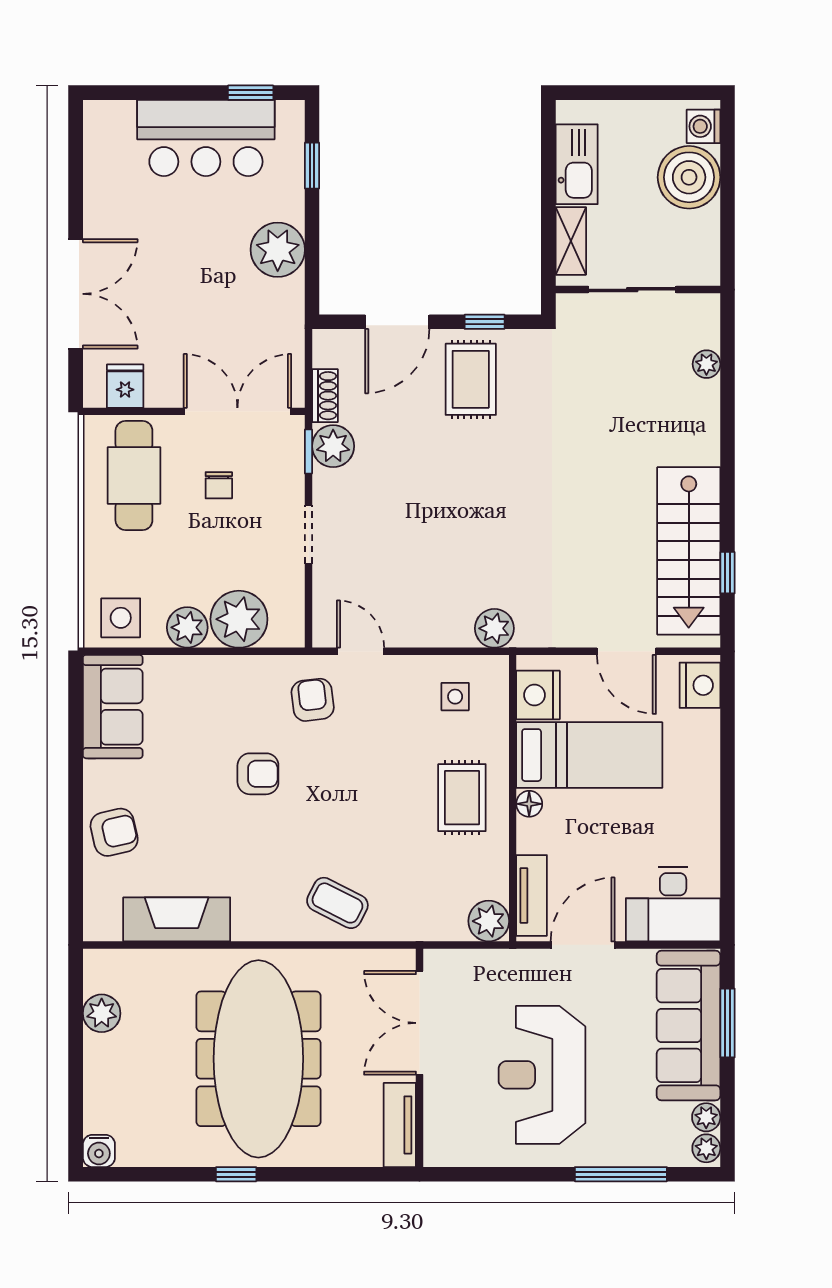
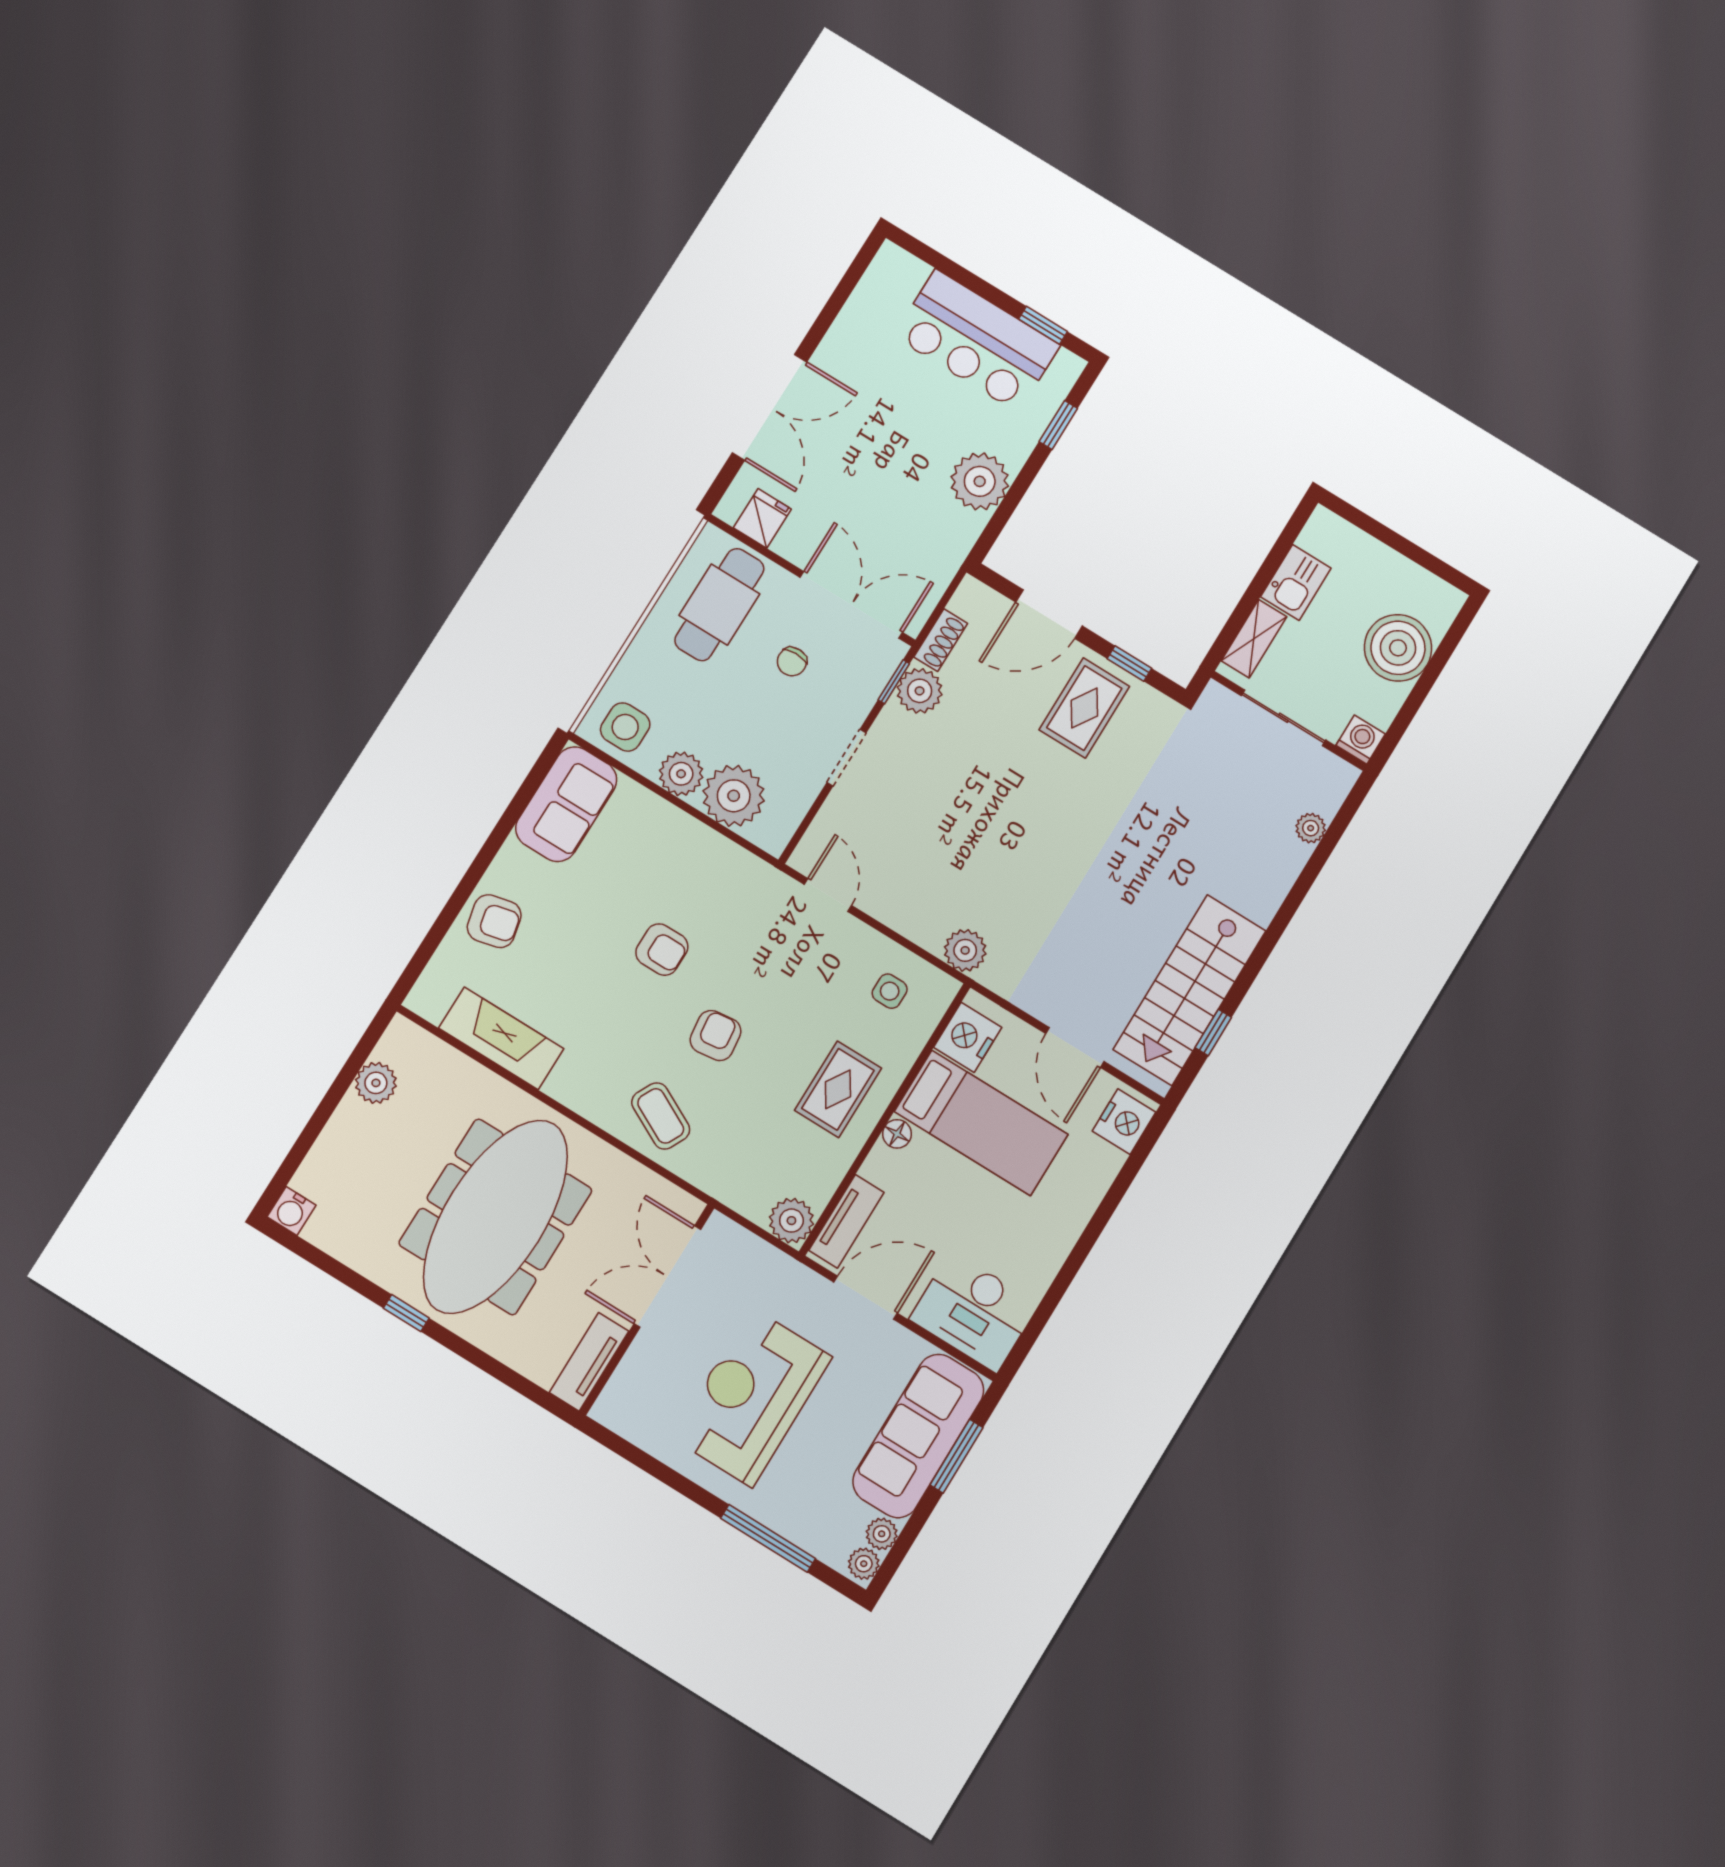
washing machine: (704, 126) -> (1361, 740), moved, turned 90
kitchen sink: (577, 164) -> (1296, 582), width x0.73
armchair: (313, 700) -> (716, 1036), moved

